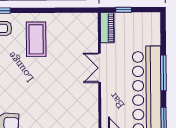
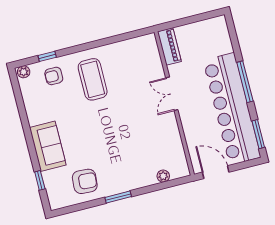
window: (124, 10) -> (183, 22), removed

